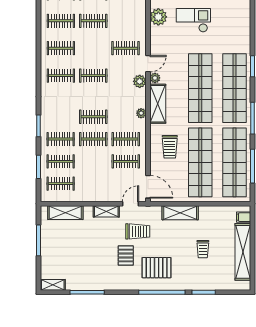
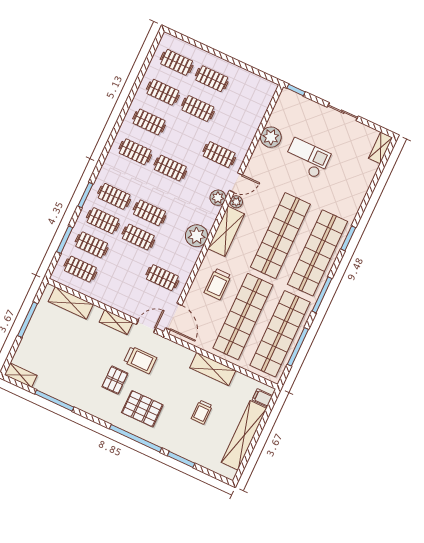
plant: (141, 113) -> (197, 236), width x1.88, depth x1.88
clothes rail: (126, 139) -> (114, 196), moved
shelving: (180, 213) -> (213, 369), moved

